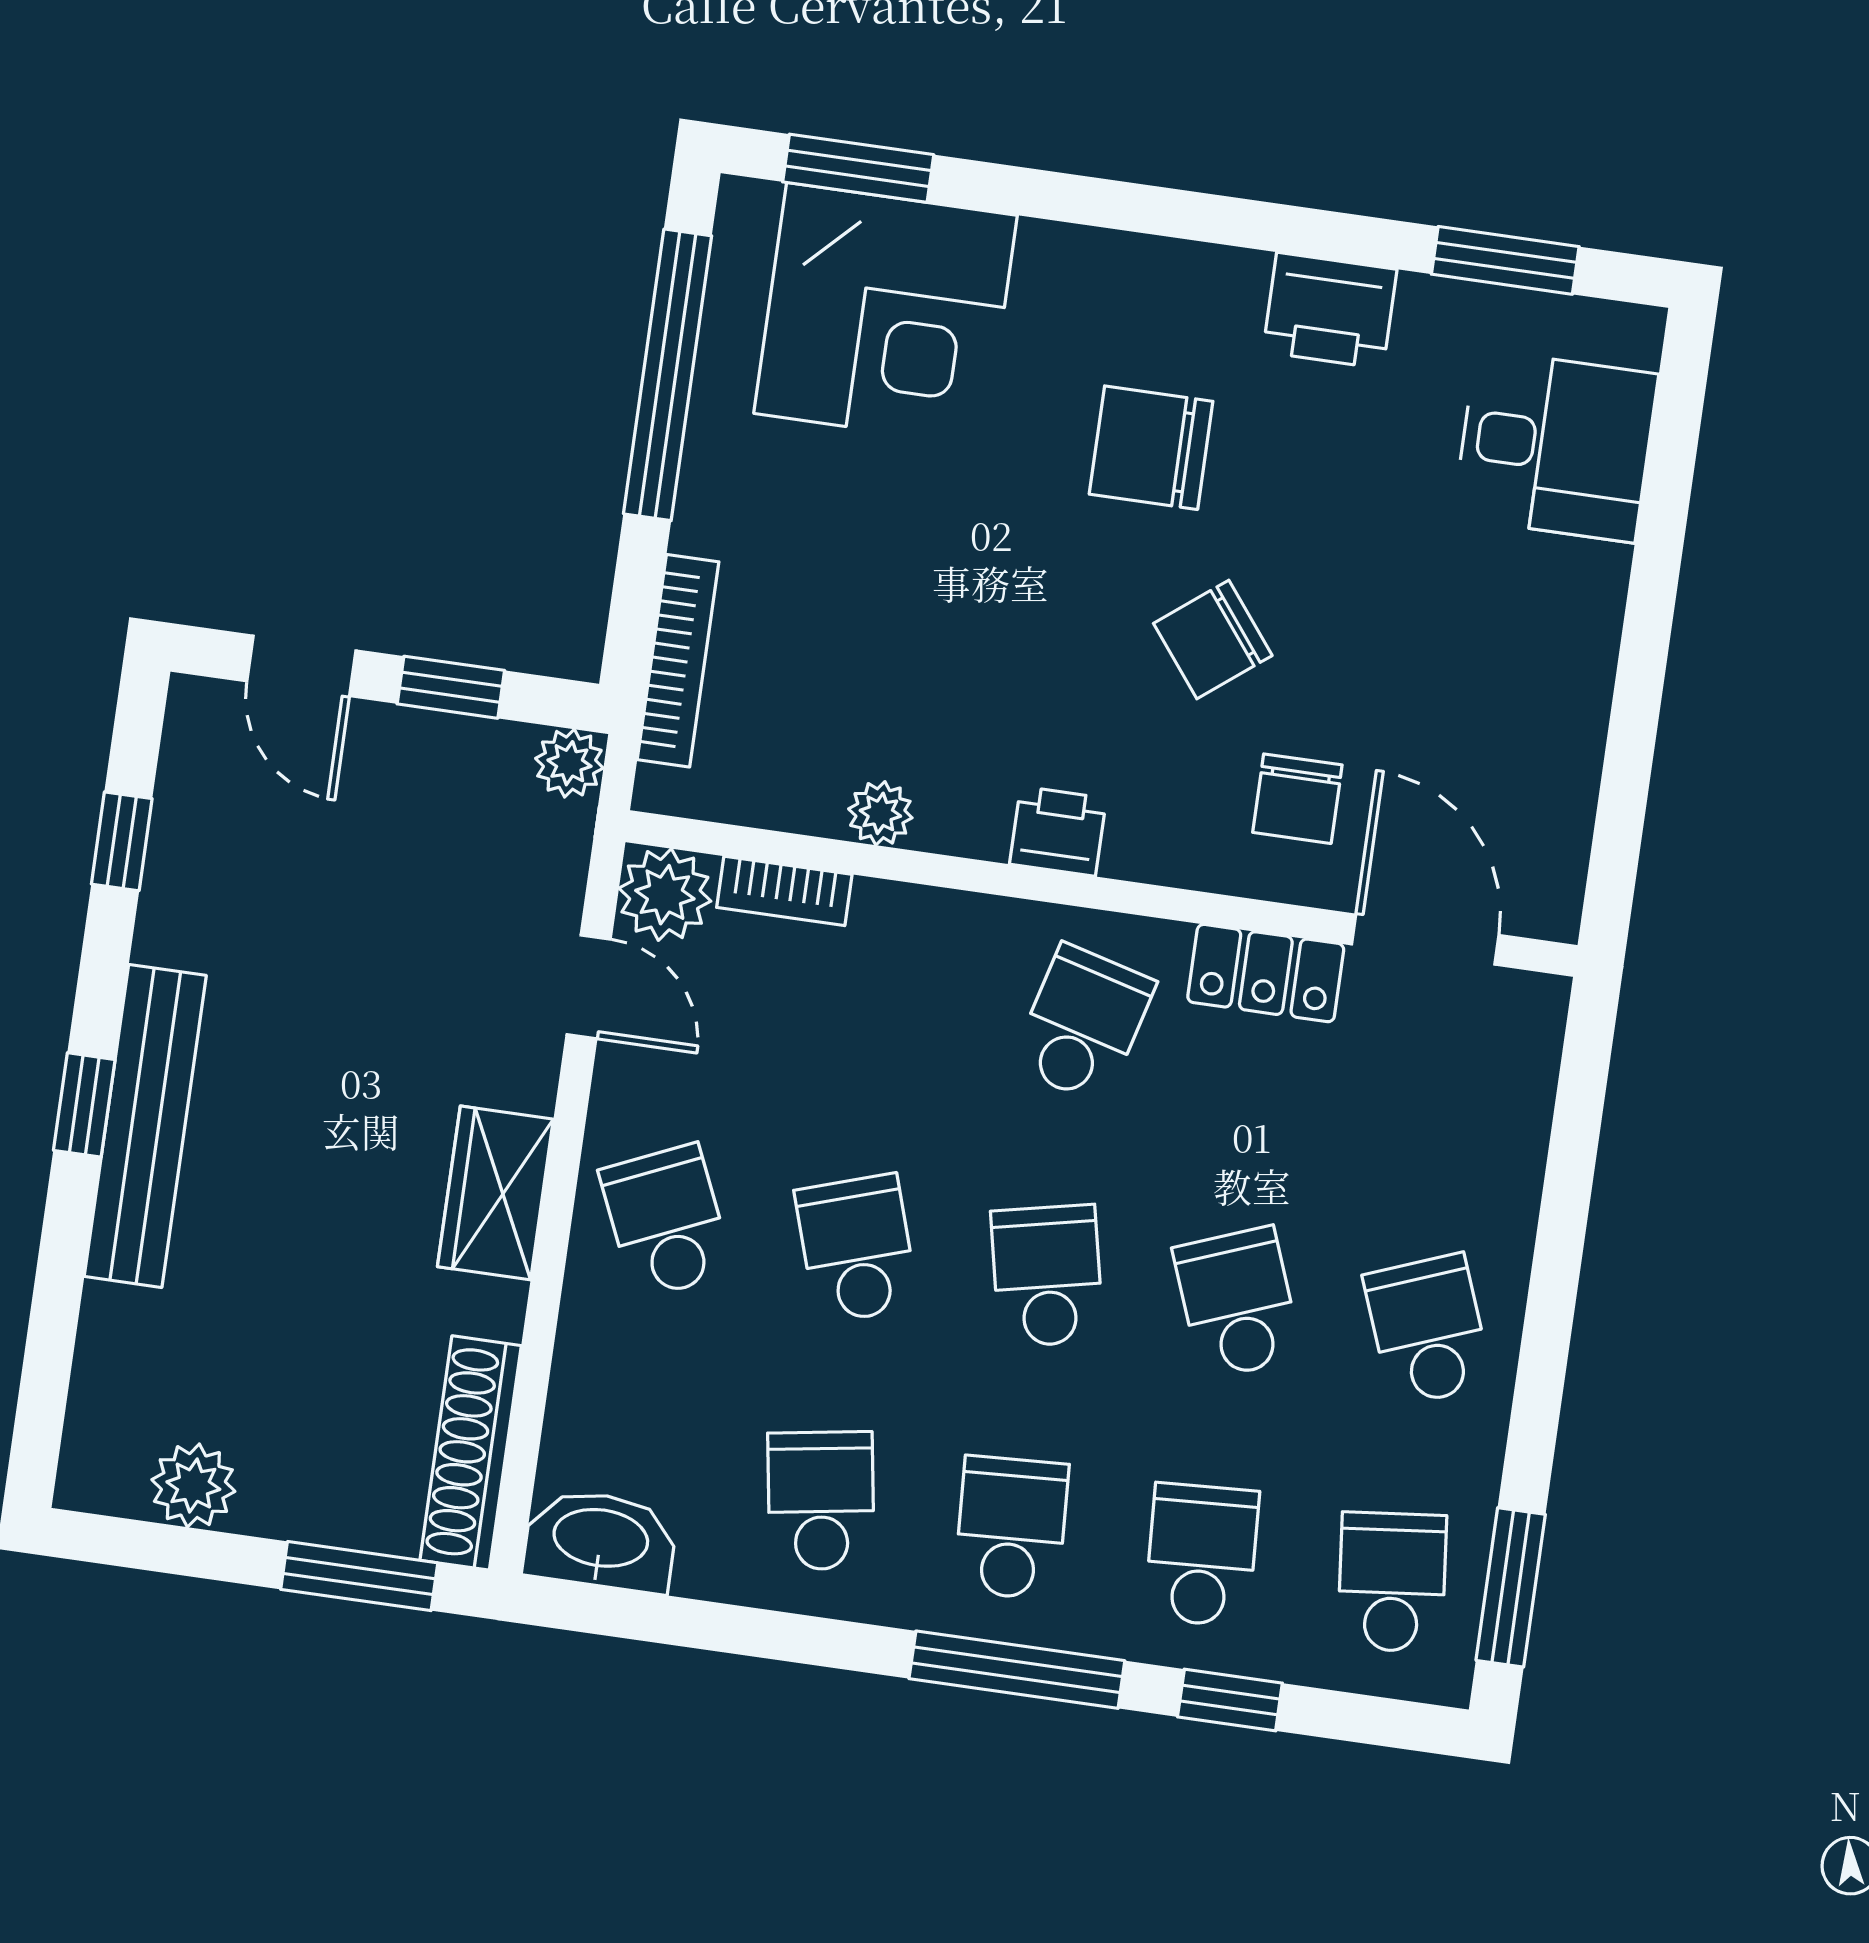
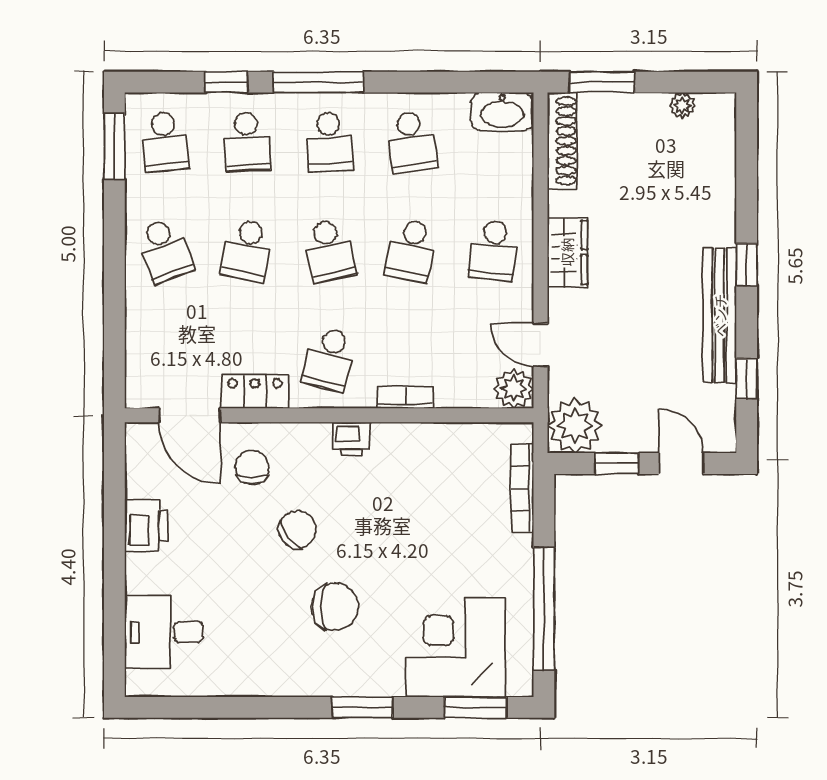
window: (1505, 260) -> (362, 707), moved
printer: (1330, 311) -> (146, 525), moved, turned 90
plant: (569, 763) -> (575, 426), width x1.87, depth x1.87
plant: (880, 813) -> (428, 436), removed
bookcase: (784, 891) -> (405, 397), moved
bench: (145, 1126) -> (720, 315), moved
school desk: (666, 1222) -> (493, 250), turned 30
school desk: (857, 1249) -> (411, 250), turned 30
school desk: (1238, 1303) -> (247, 250), turned 33
plant: (193, 1486) -> (682, 105), width x0.73, depth x0.73

